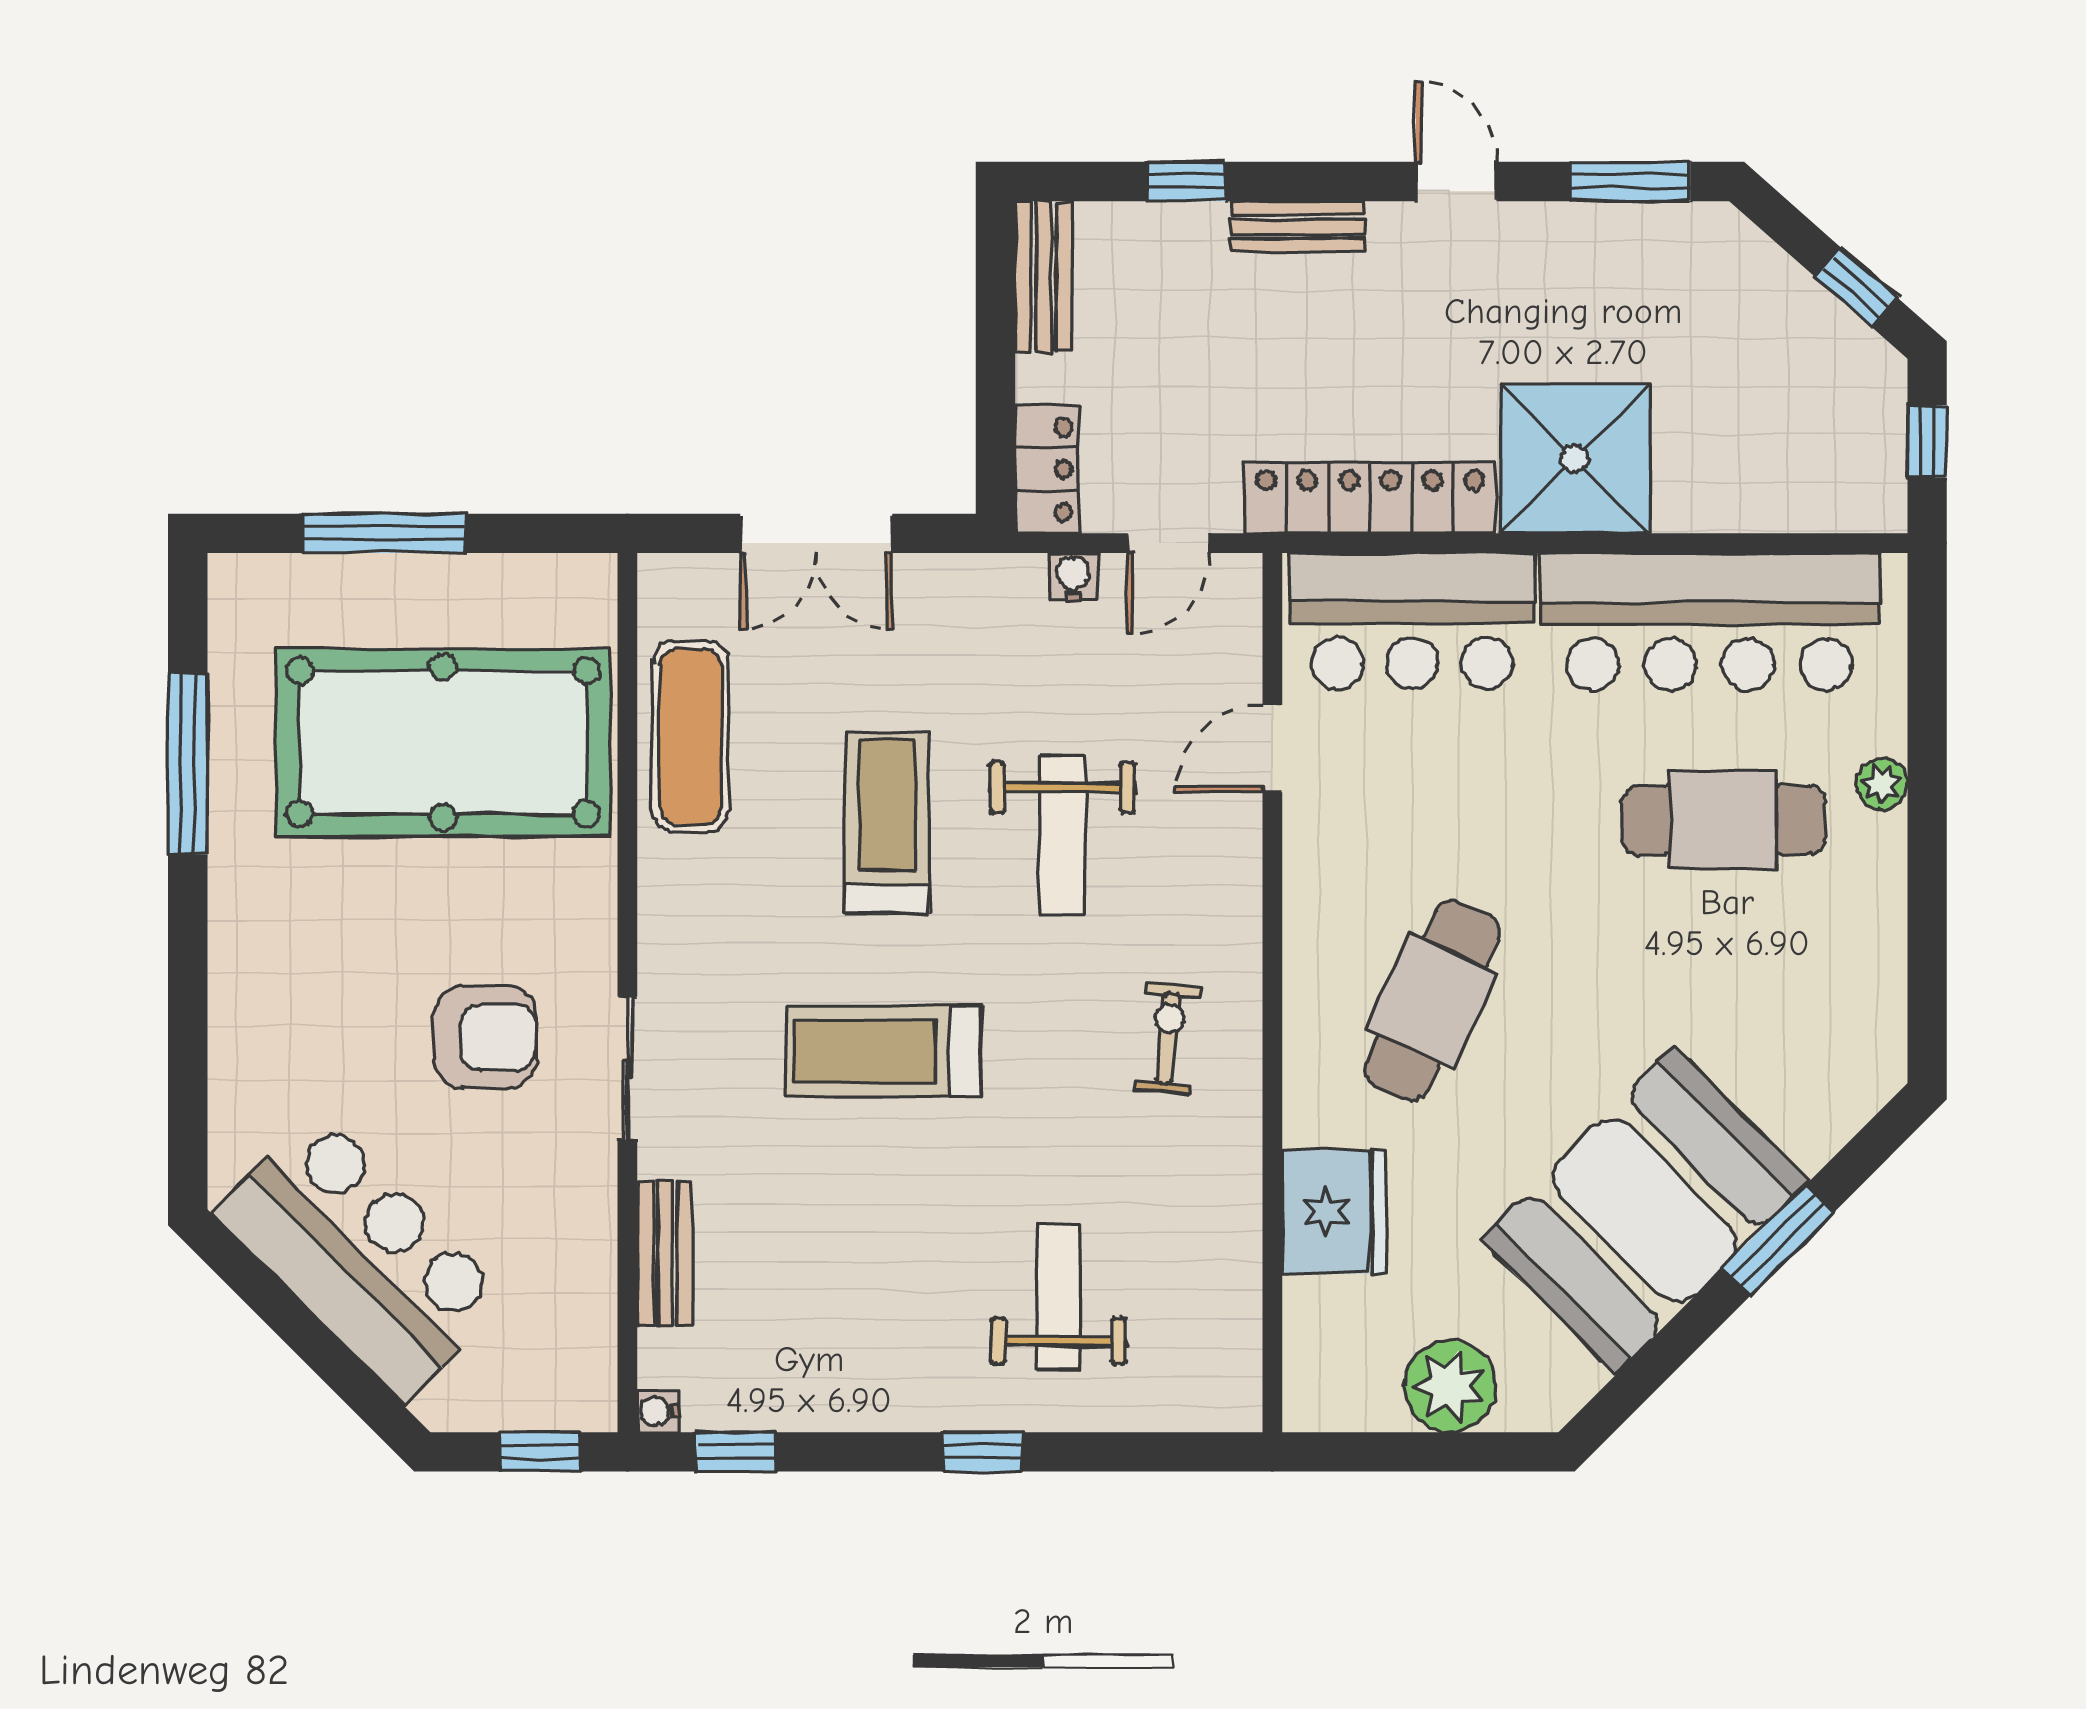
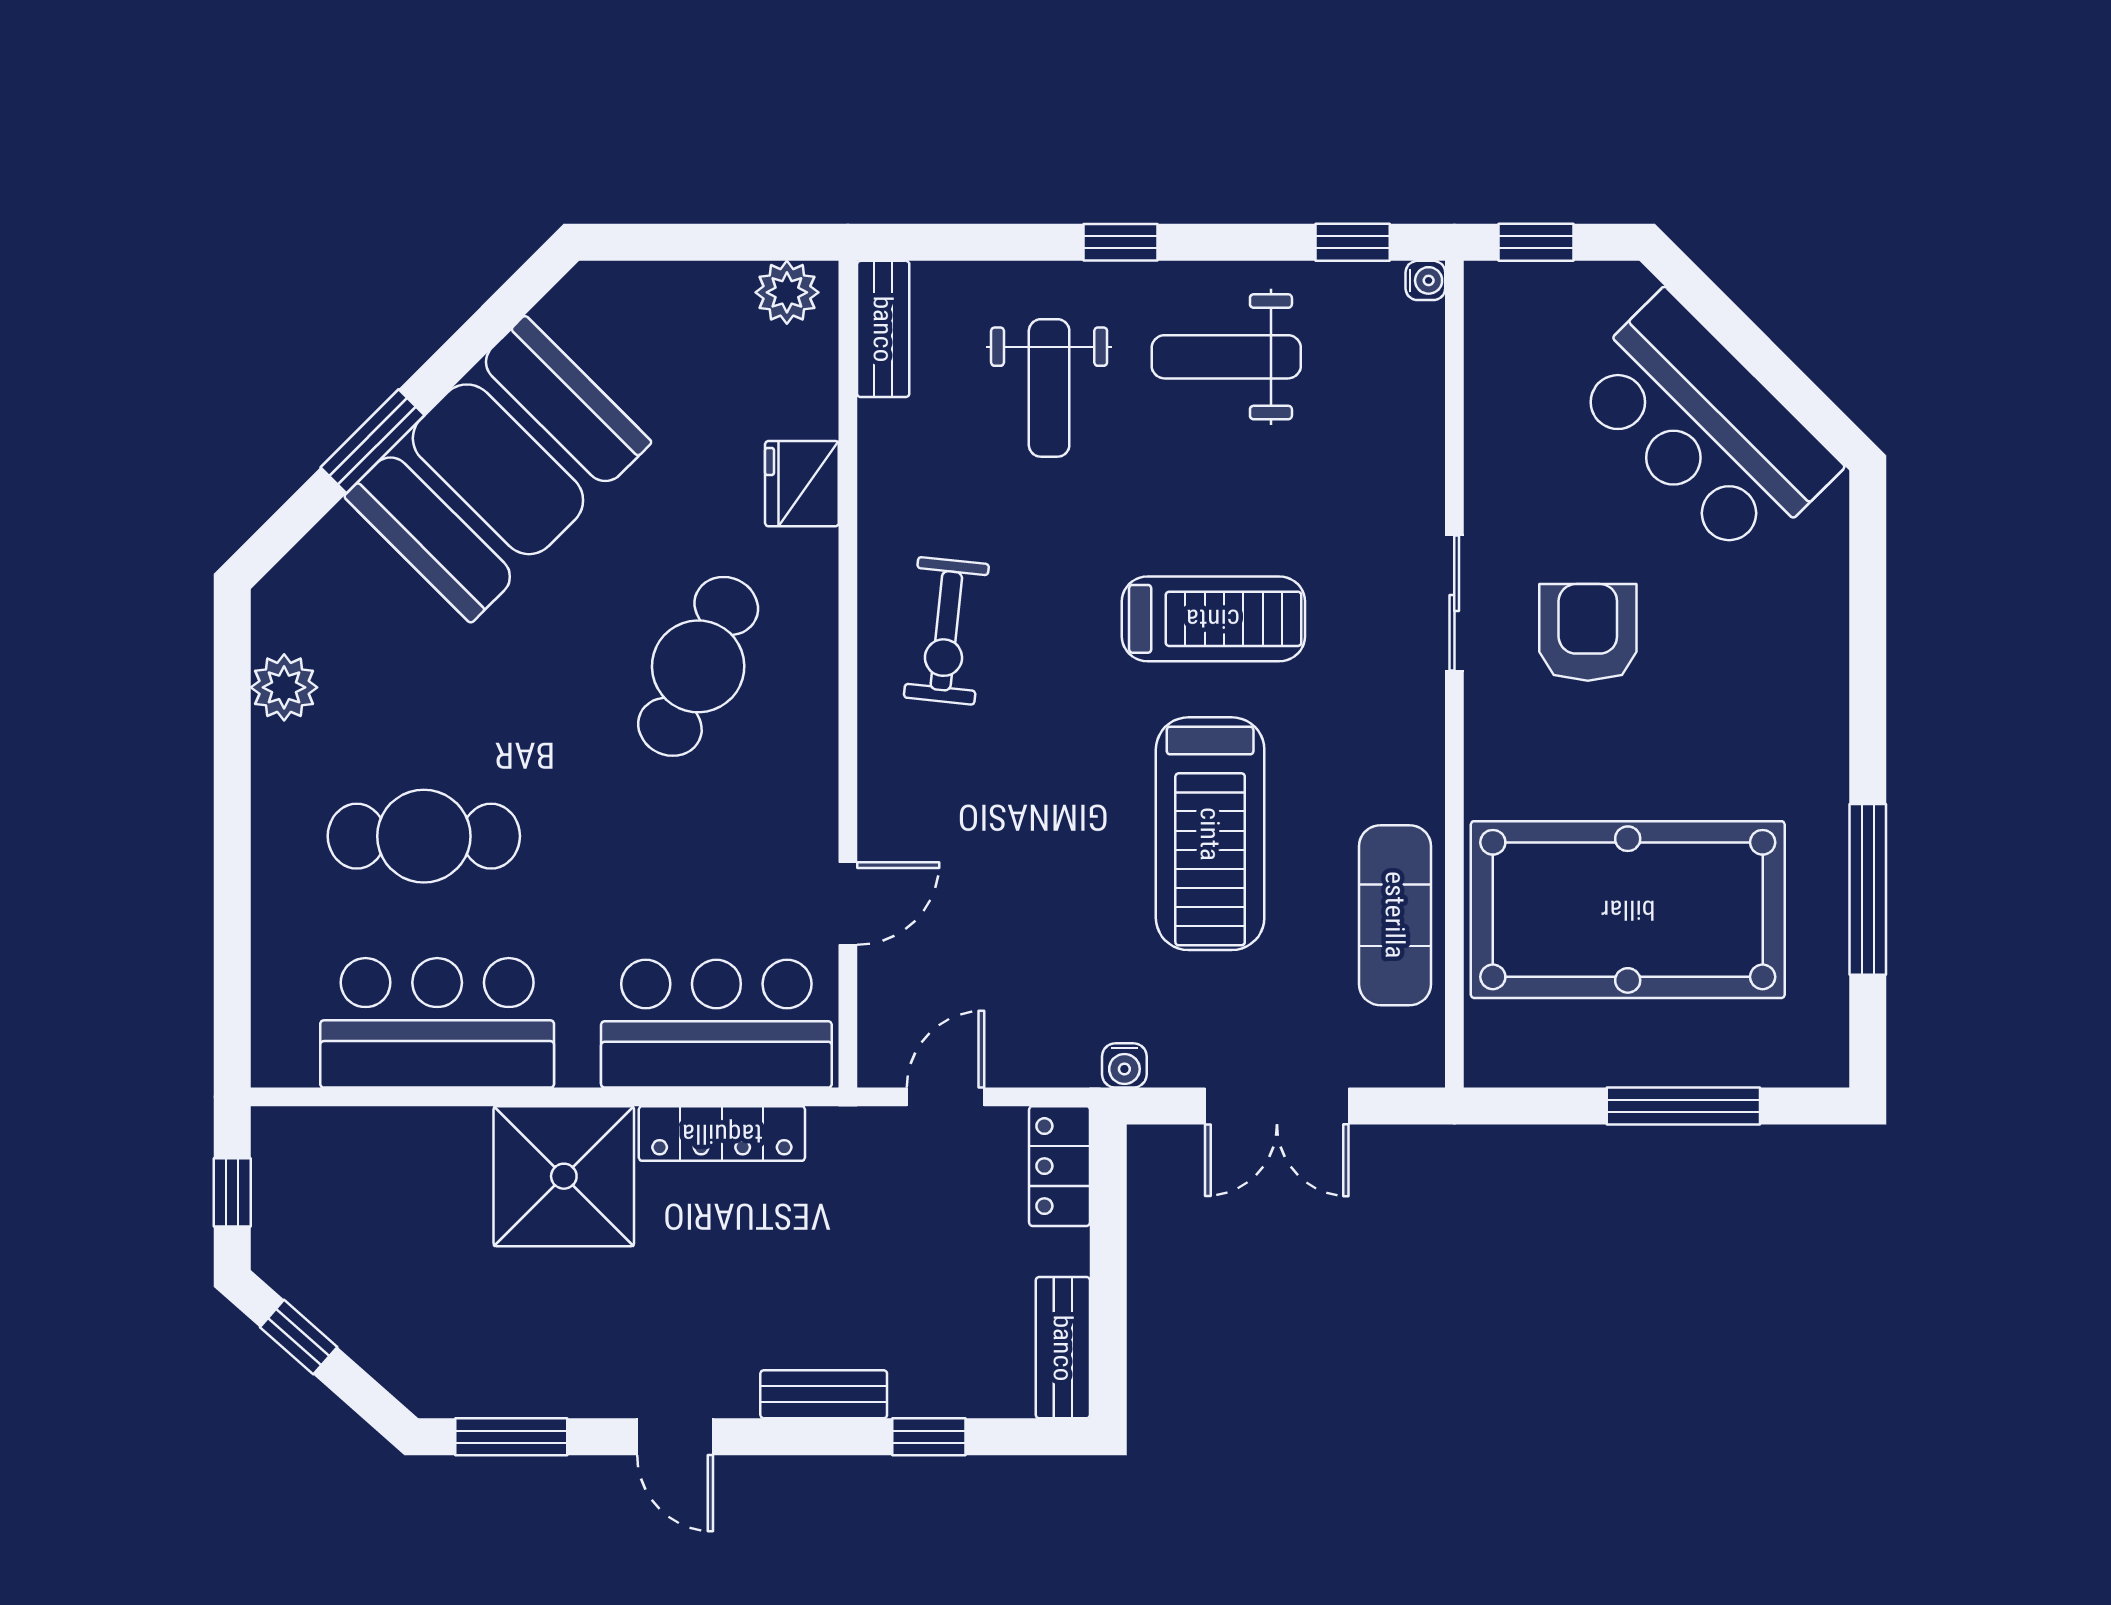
locker: (1370, 498) -> (722, 1134), width x0.71, depth x0.83
double door: (816, 533) -> (1277, 1106), swing flipped
water cooler: (1074, 576) -> (1124, 1065), moved
bar counter: (1709, 622) -> (437, 1023), width x0.73
plant: (1882, 784) -> (284, 687), moved, width x1.38, depth x1.38
treadmill: (887, 823) -> (1210, 834), width x1.37, depth x1.38
weight bench: (1062, 835) -> (1226, 357), moved, turned -90
armchair: (485, 1037) -> (1588, 632), turned 90
exercise bike: (1168, 1039) -> (946, 631), width x1.38, depth x1.39
fridge: (1335, 1212) -> (802, 484), width x0.73, depth x0.75
bench: (665, 1254) -> (883, 329), moved
plant: (1450, 1386) -> (787, 292), moved, width x0.73, depth x0.73

